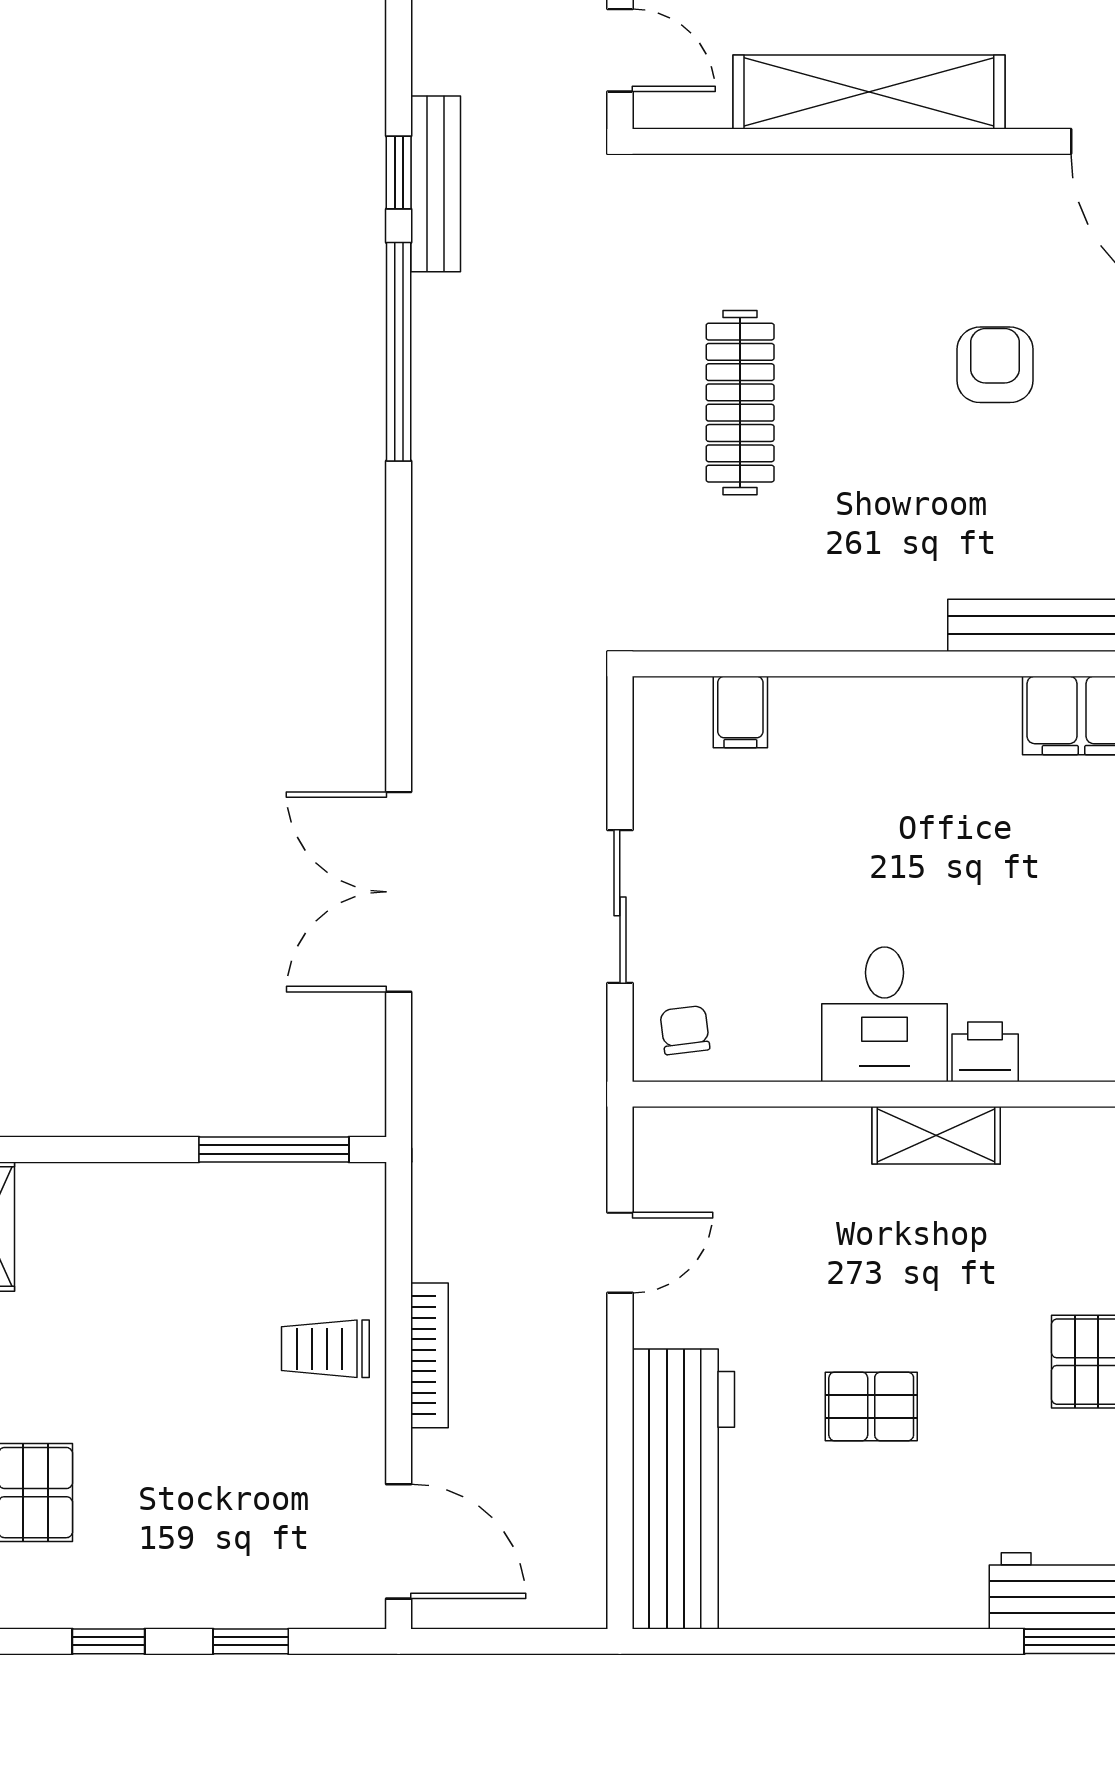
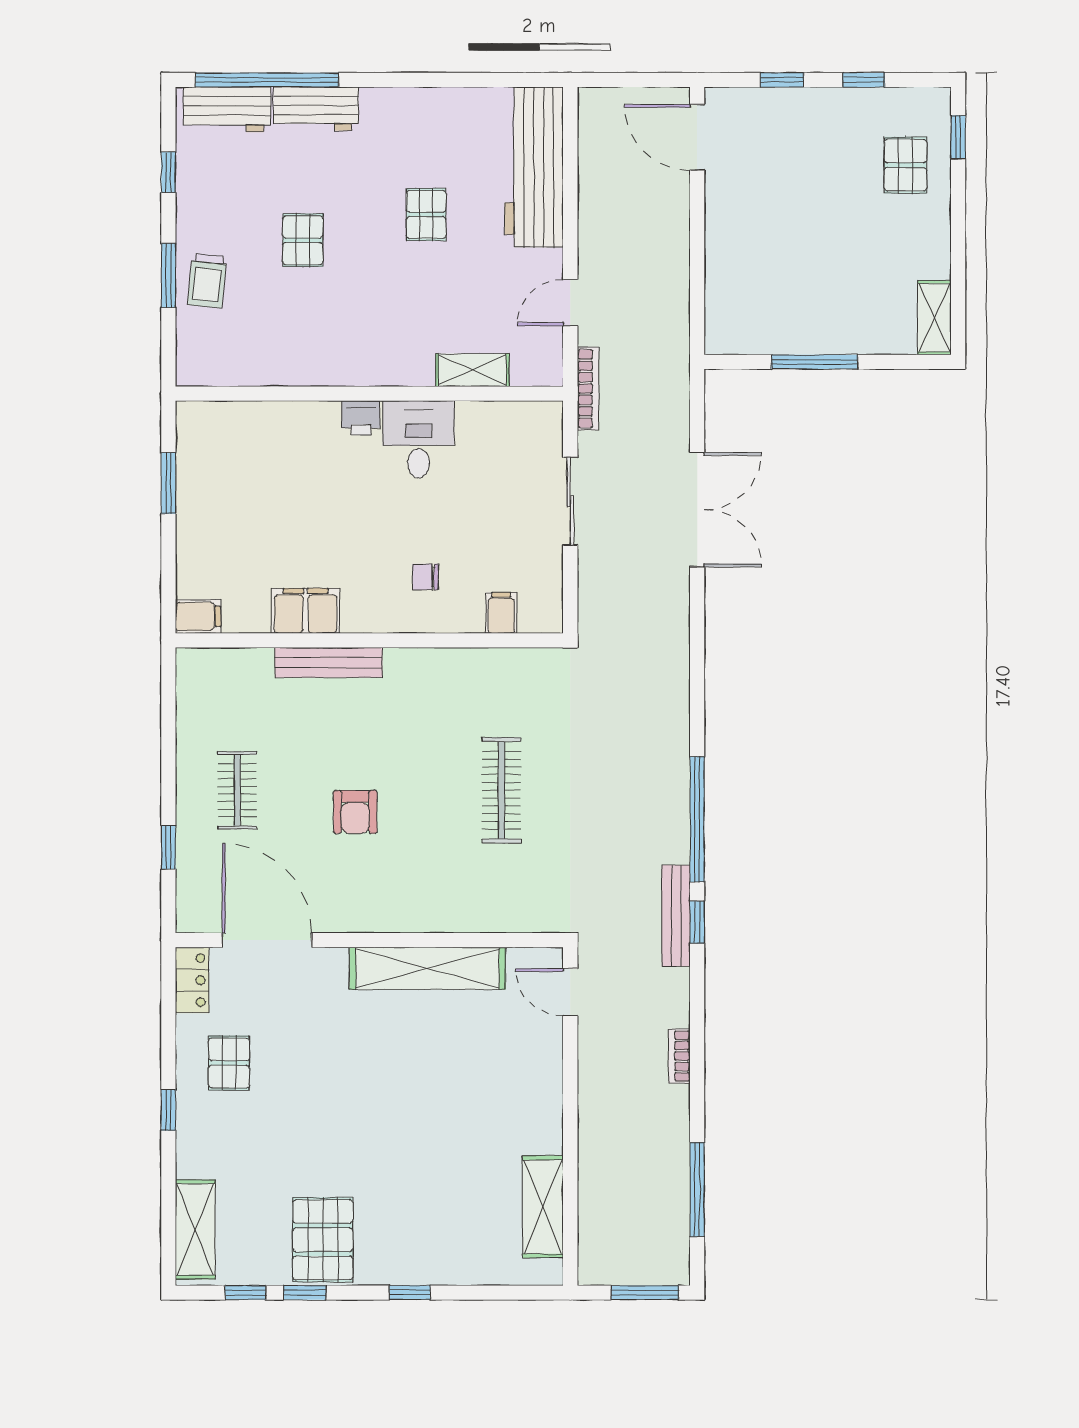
chair: (685, 1030) -> (425, 577), moved, turned 97
shelving: (936, 1135) -> (472, 370), moved
window: (274, 1149) -> (815, 362), moved
trolley: (325, 1349) -> (739, 248), removed
bookcase: (430, 1355) -> (588, 389), moved, turned 180
pallet: (871, 1406) -> (426, 215), turned 90

